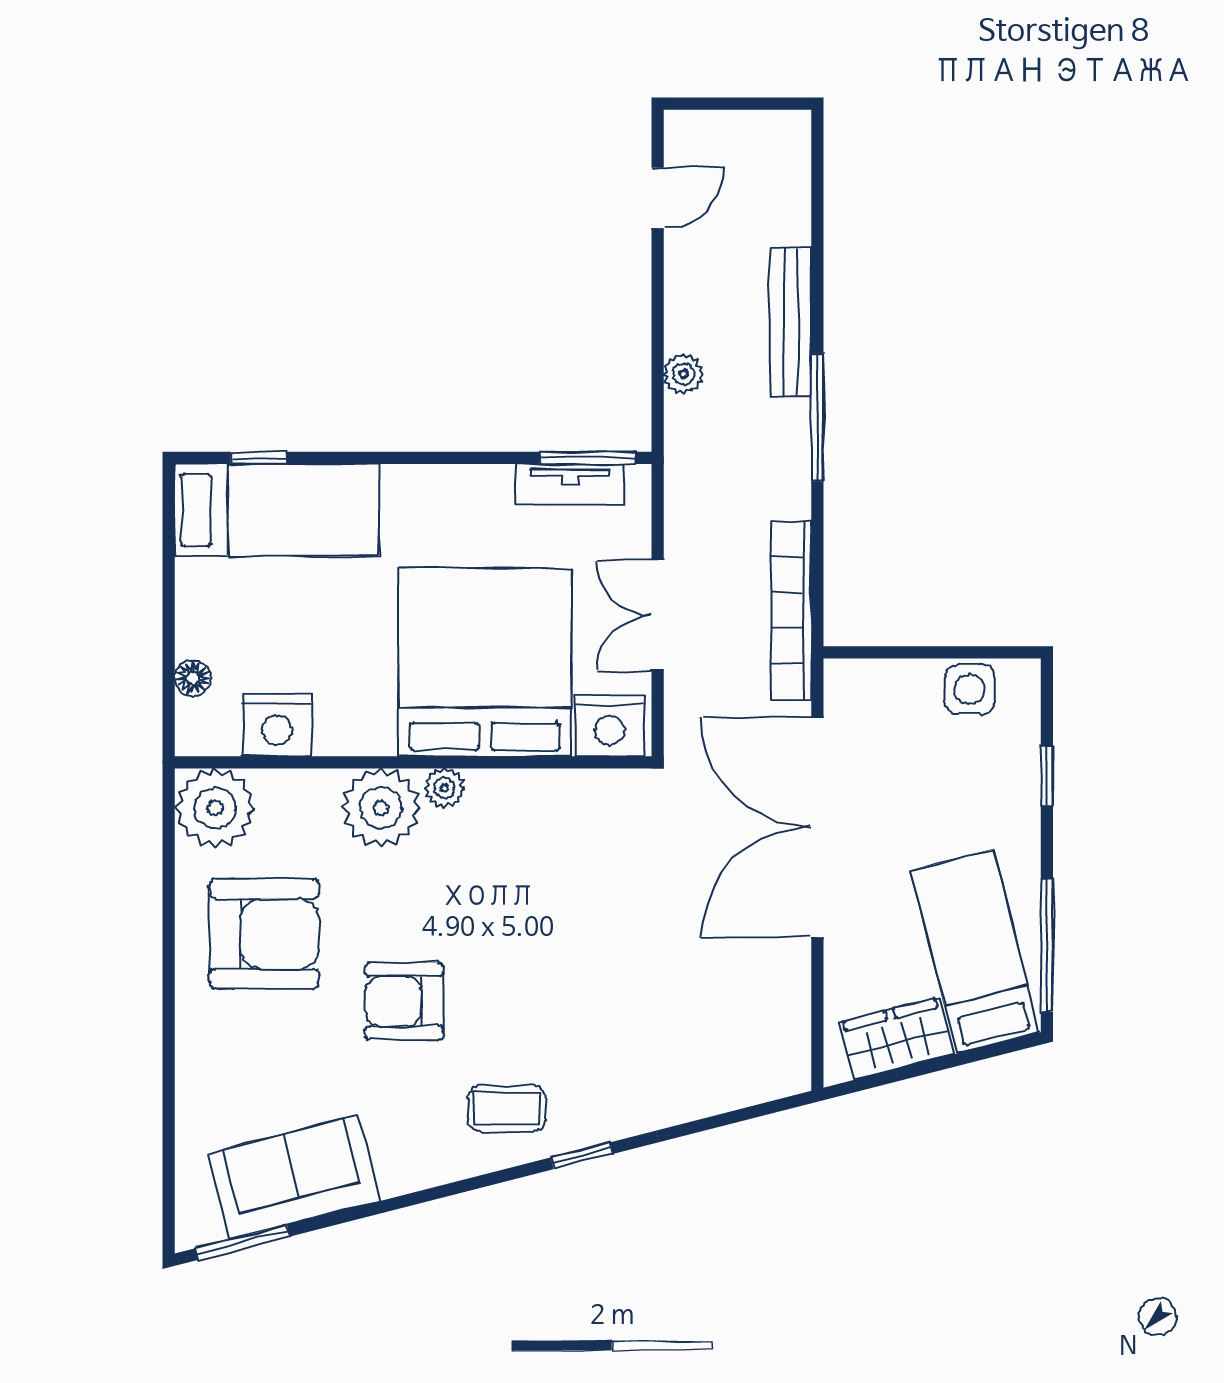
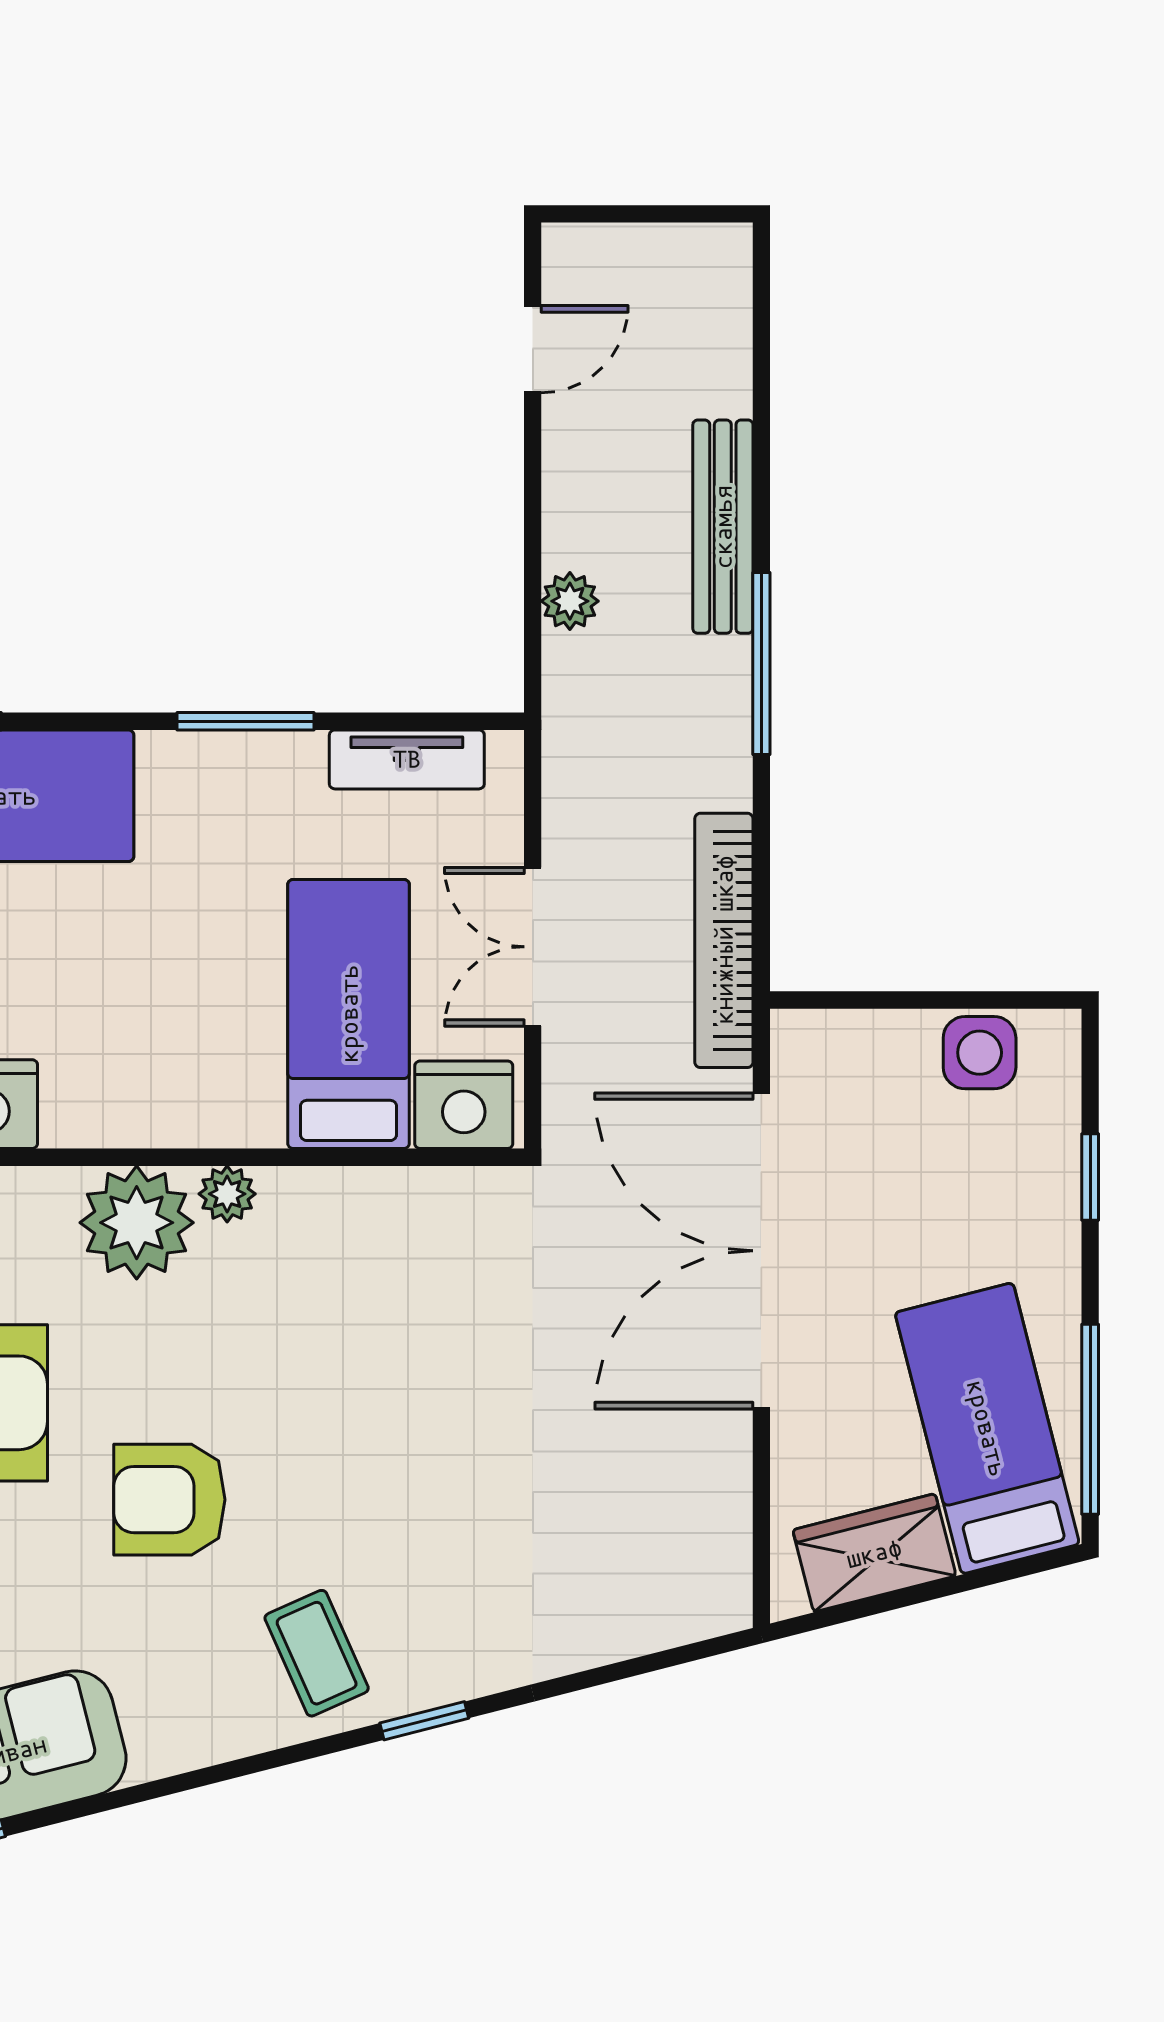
window: (588, 458) -> (246, 721), moved
bed: (485, 662) -> (349, 1014), width x0.49
coffee table: (507, 1109) -> (317, 1653), turned 66

